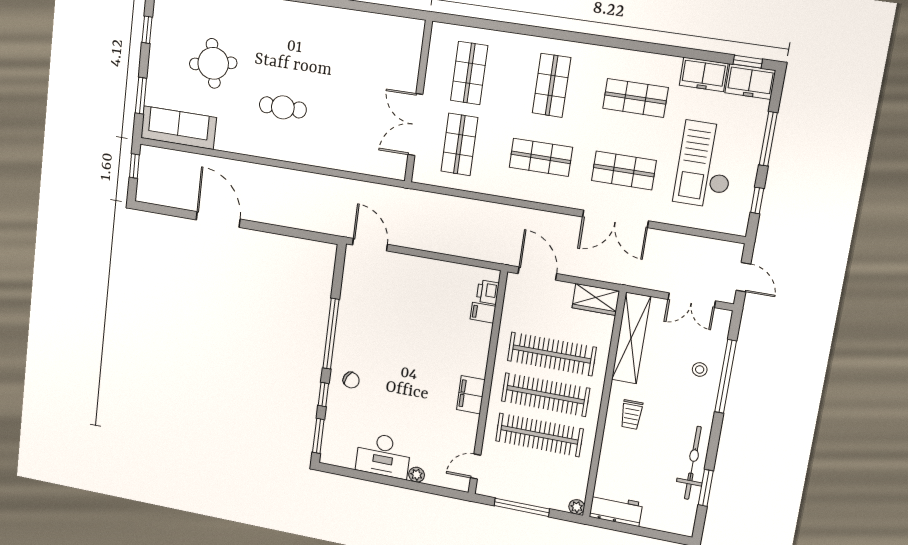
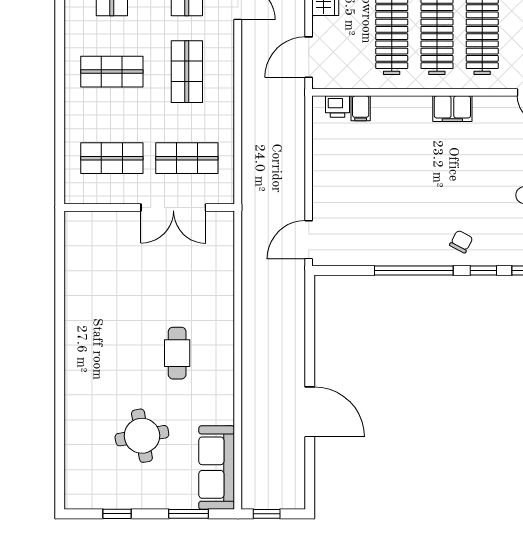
door: (218, 220) -> (310, 412), swing flipped

